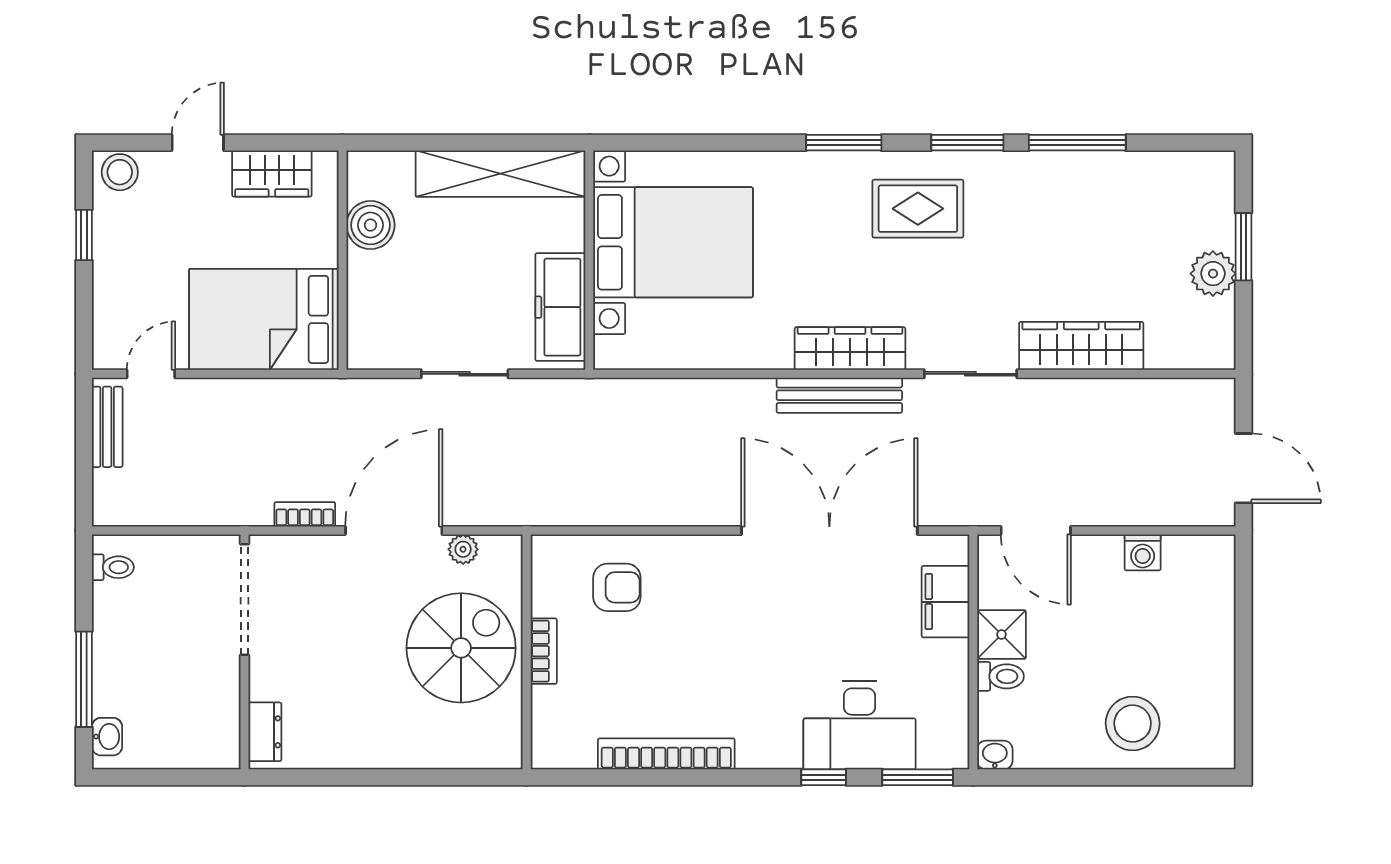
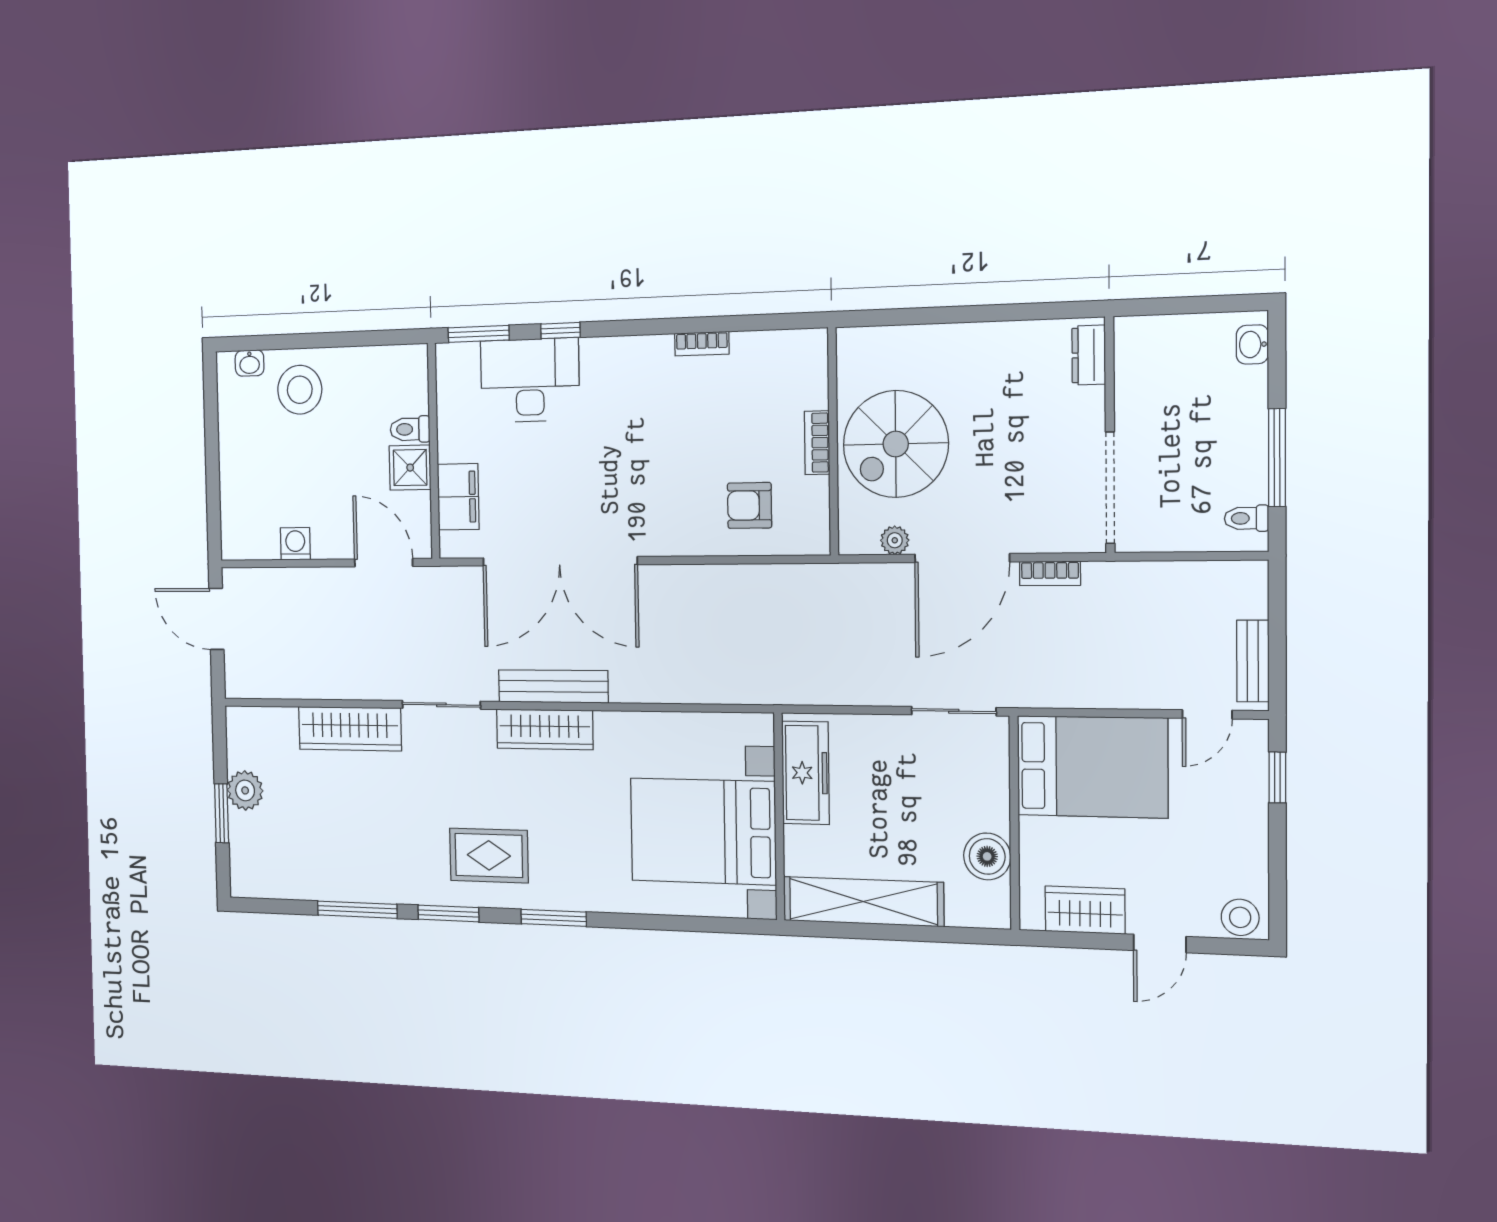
window: (84, 235) -> (1277, 777), moved
sliding door: (465, 374) -> (954, 711), moved
window: (84, 679) -> (1277, 458), moved
bookcase: (666, 754) -> (702, 344), width x0.43, depth x0.76
washbasin: (995, 755) -> (250, 363), moved

